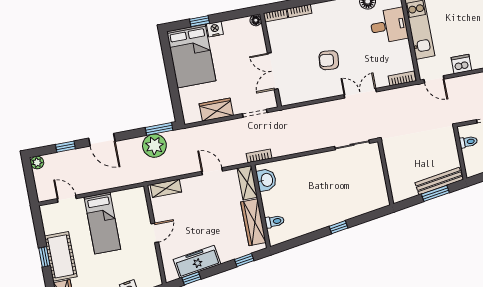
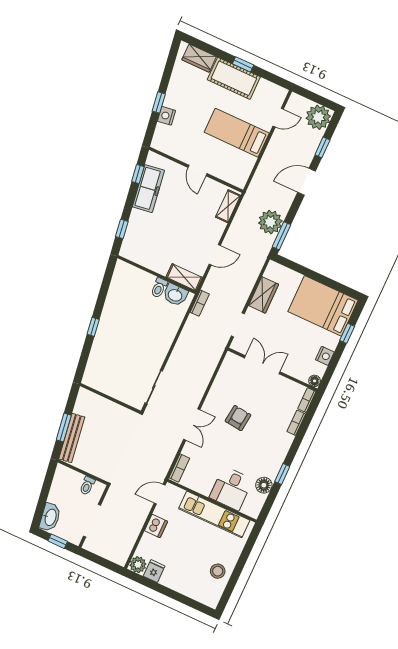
nightstand: (215, 29) -> (325, 356), moved
plant: (37, 162) -> (318, 117), width x1.87, depth x1.87
toilet: (275, 221) -> (159, 288), moved
wardrobe: (253, 222) -> (148, 259), removed

